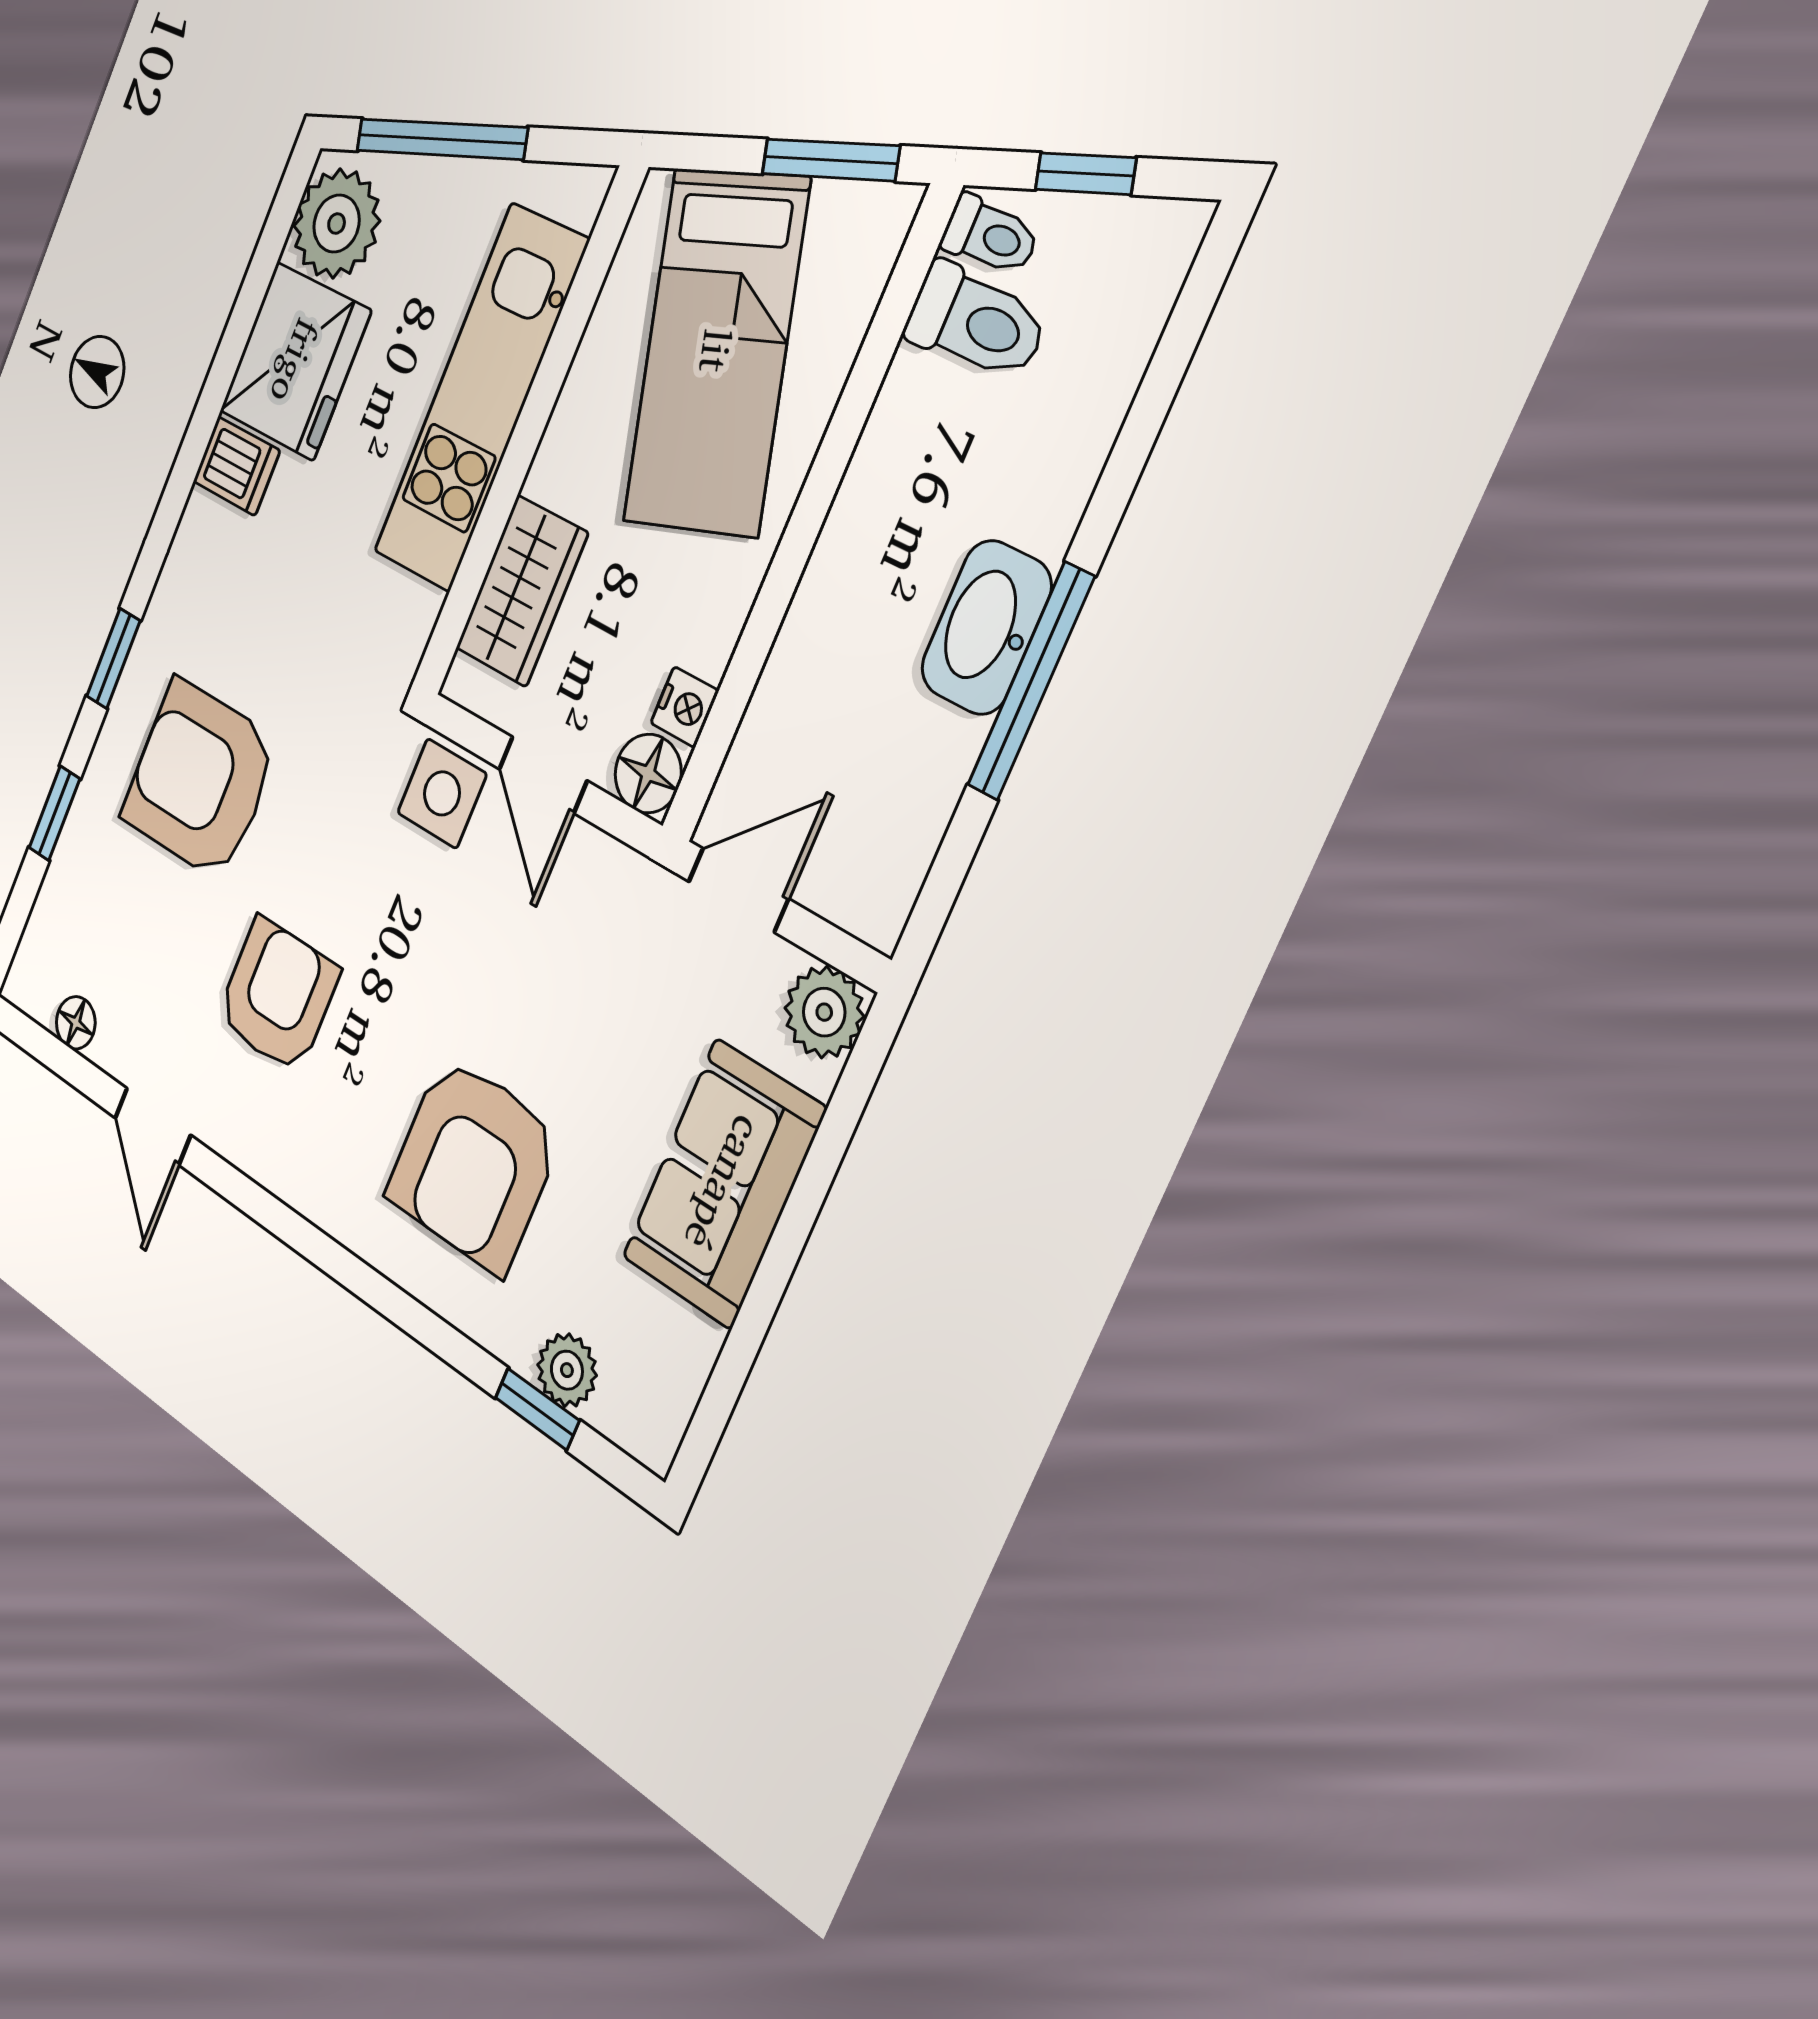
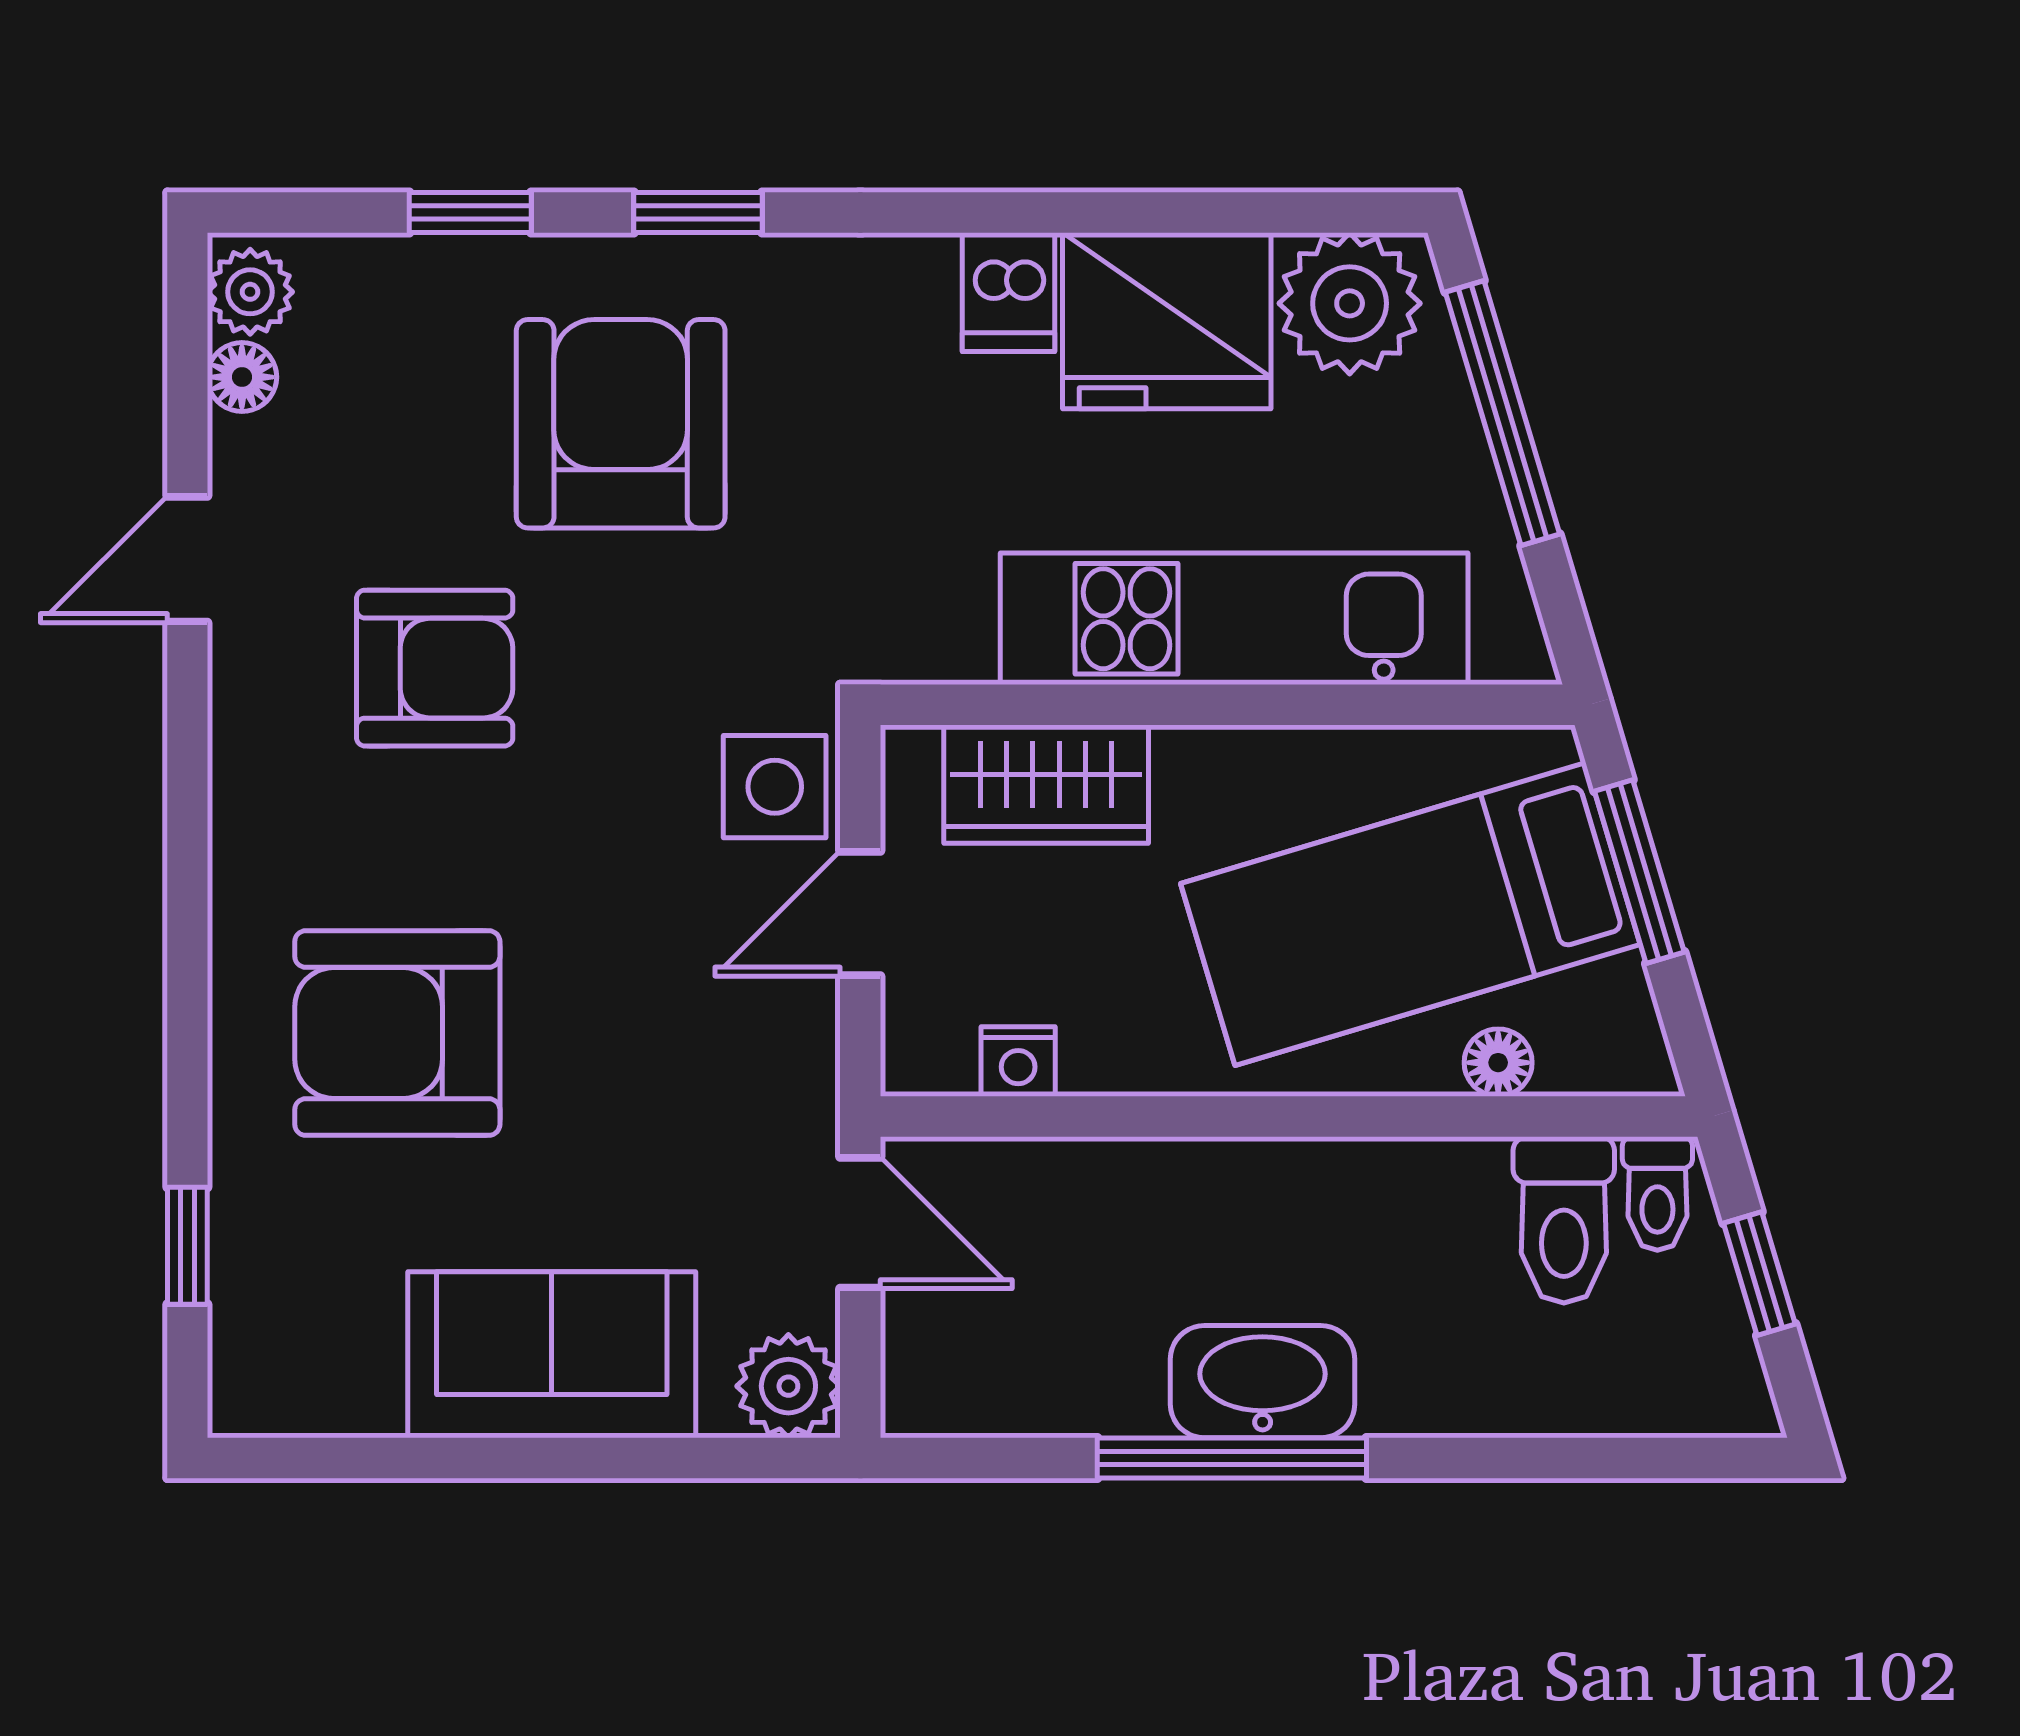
window: (830, 160) -> (1639, 872), moved
floor lamp: (648, 773) -> (1498, 1063), moved, width x0.73, depth x0.73
plant: (567, 1370) -> (250, 292), moved

